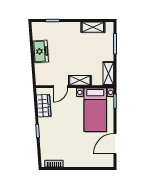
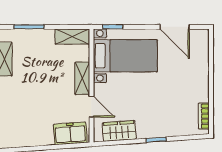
freezer: (41, 51) -> (70, 133), moved

